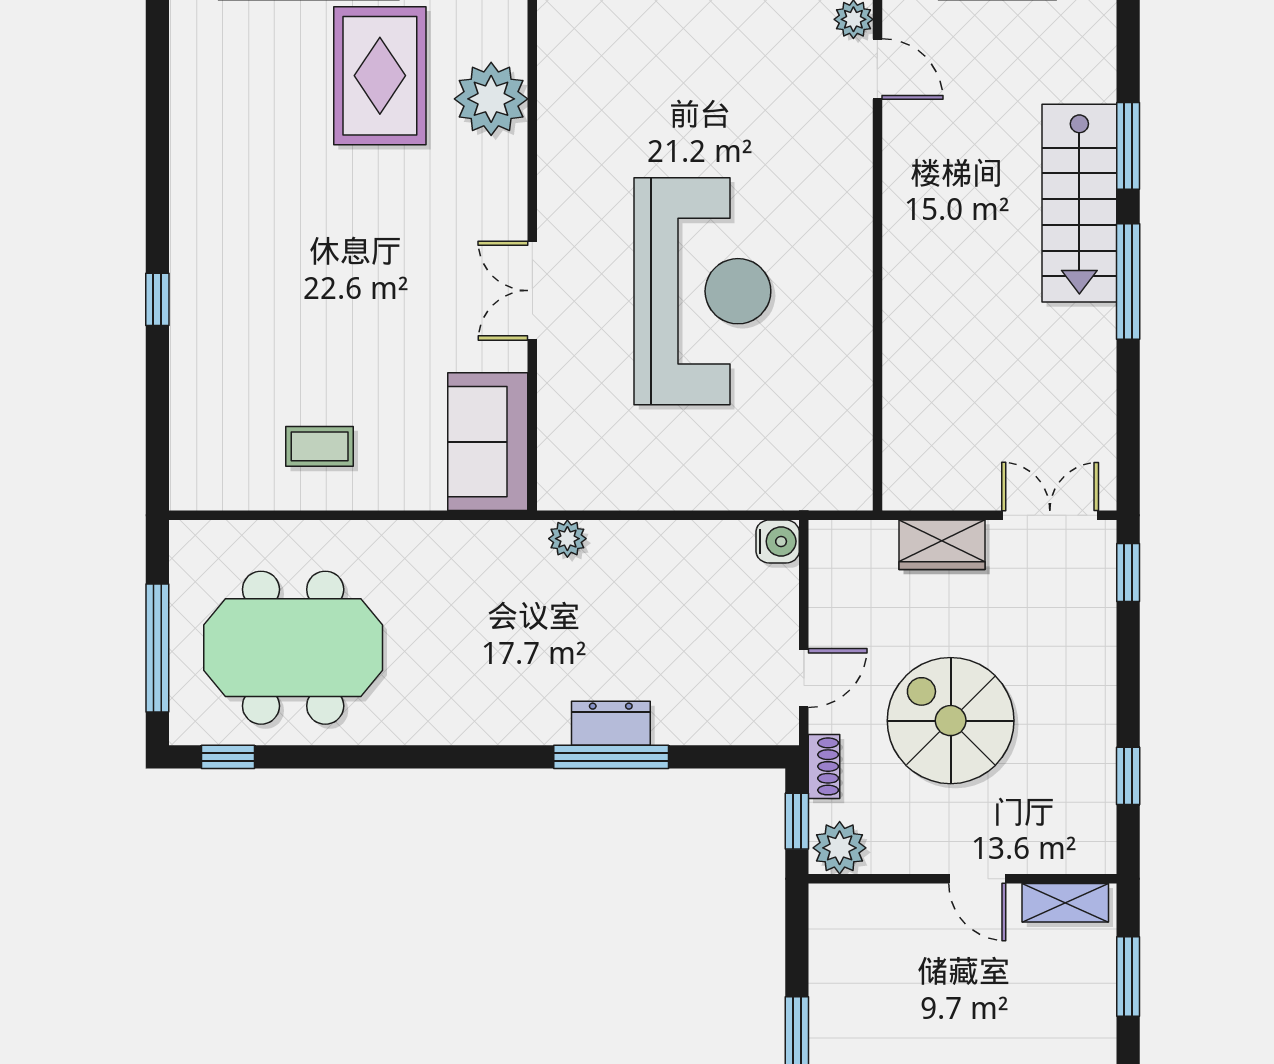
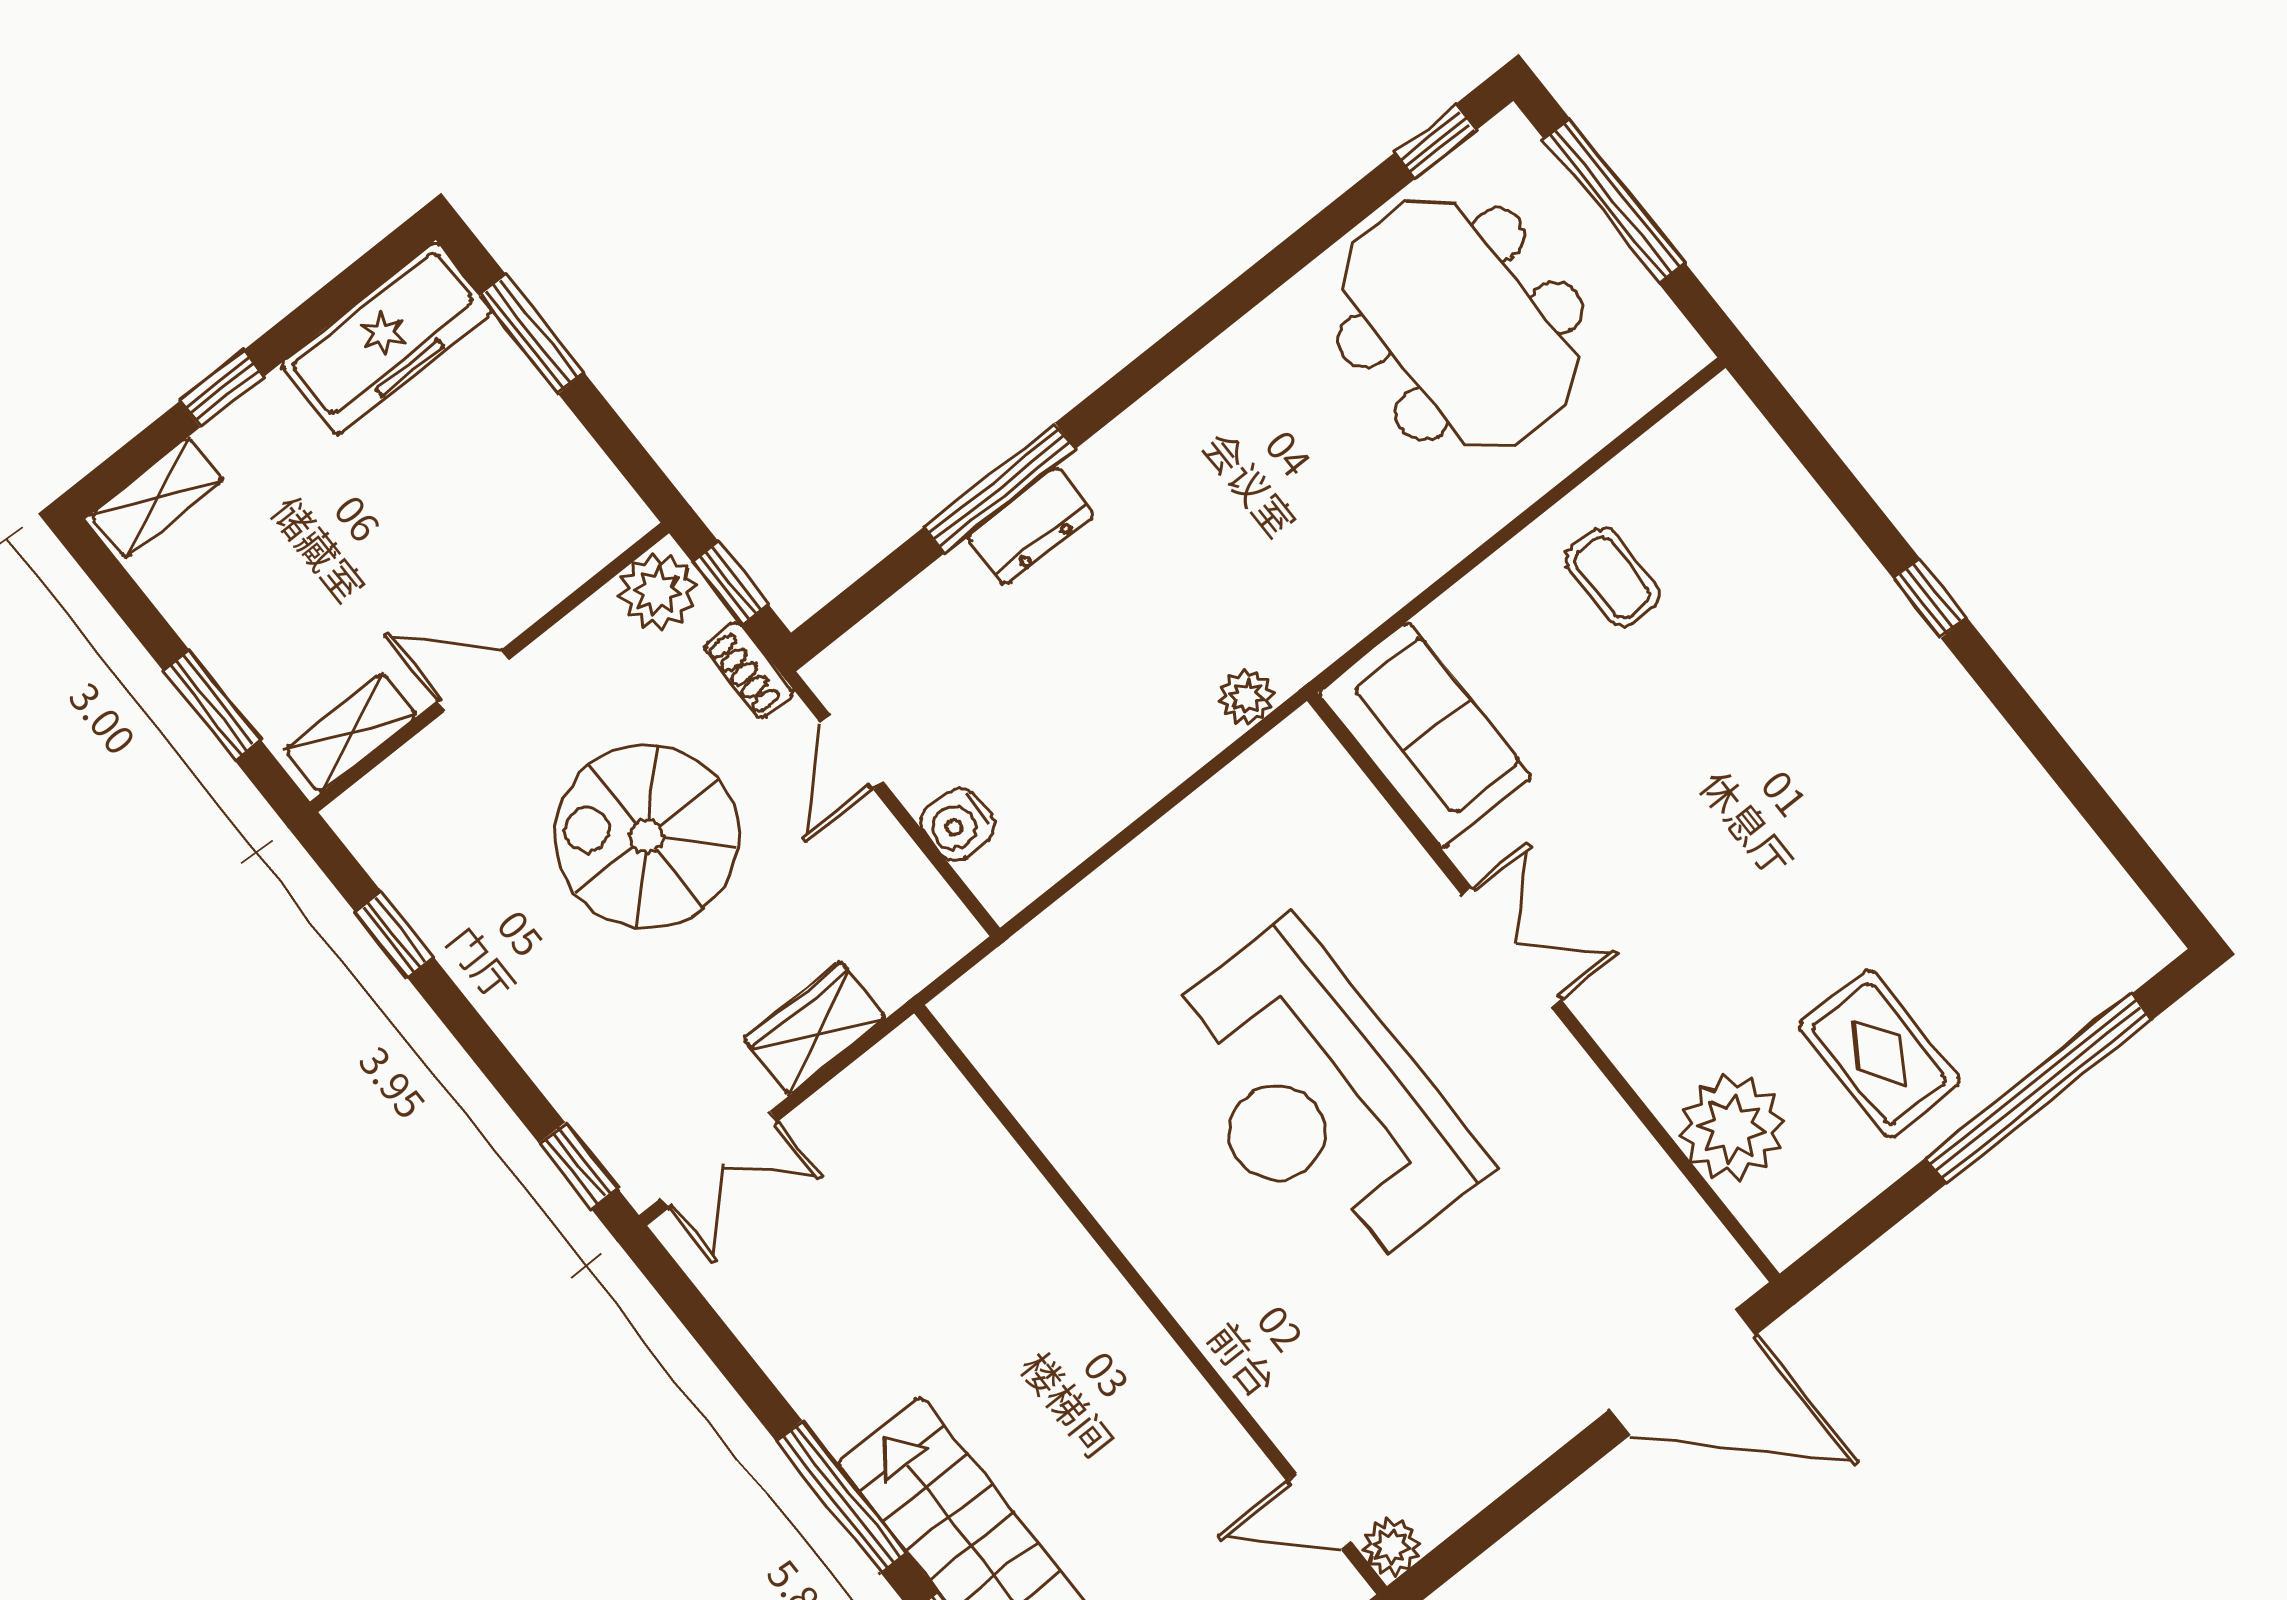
rug: (380, 76) -> (1879, 1054), width x0.73, depth x0.70
coffee table: (320, 446) -> (1612, 577), turned 90
water cooler: (778, 541) -> (958, 824), moved
meeting table: (293, 648) -> (1460, 324), turned 90
spiral stairs: (951, 721) -> (646, 836), turned 180

